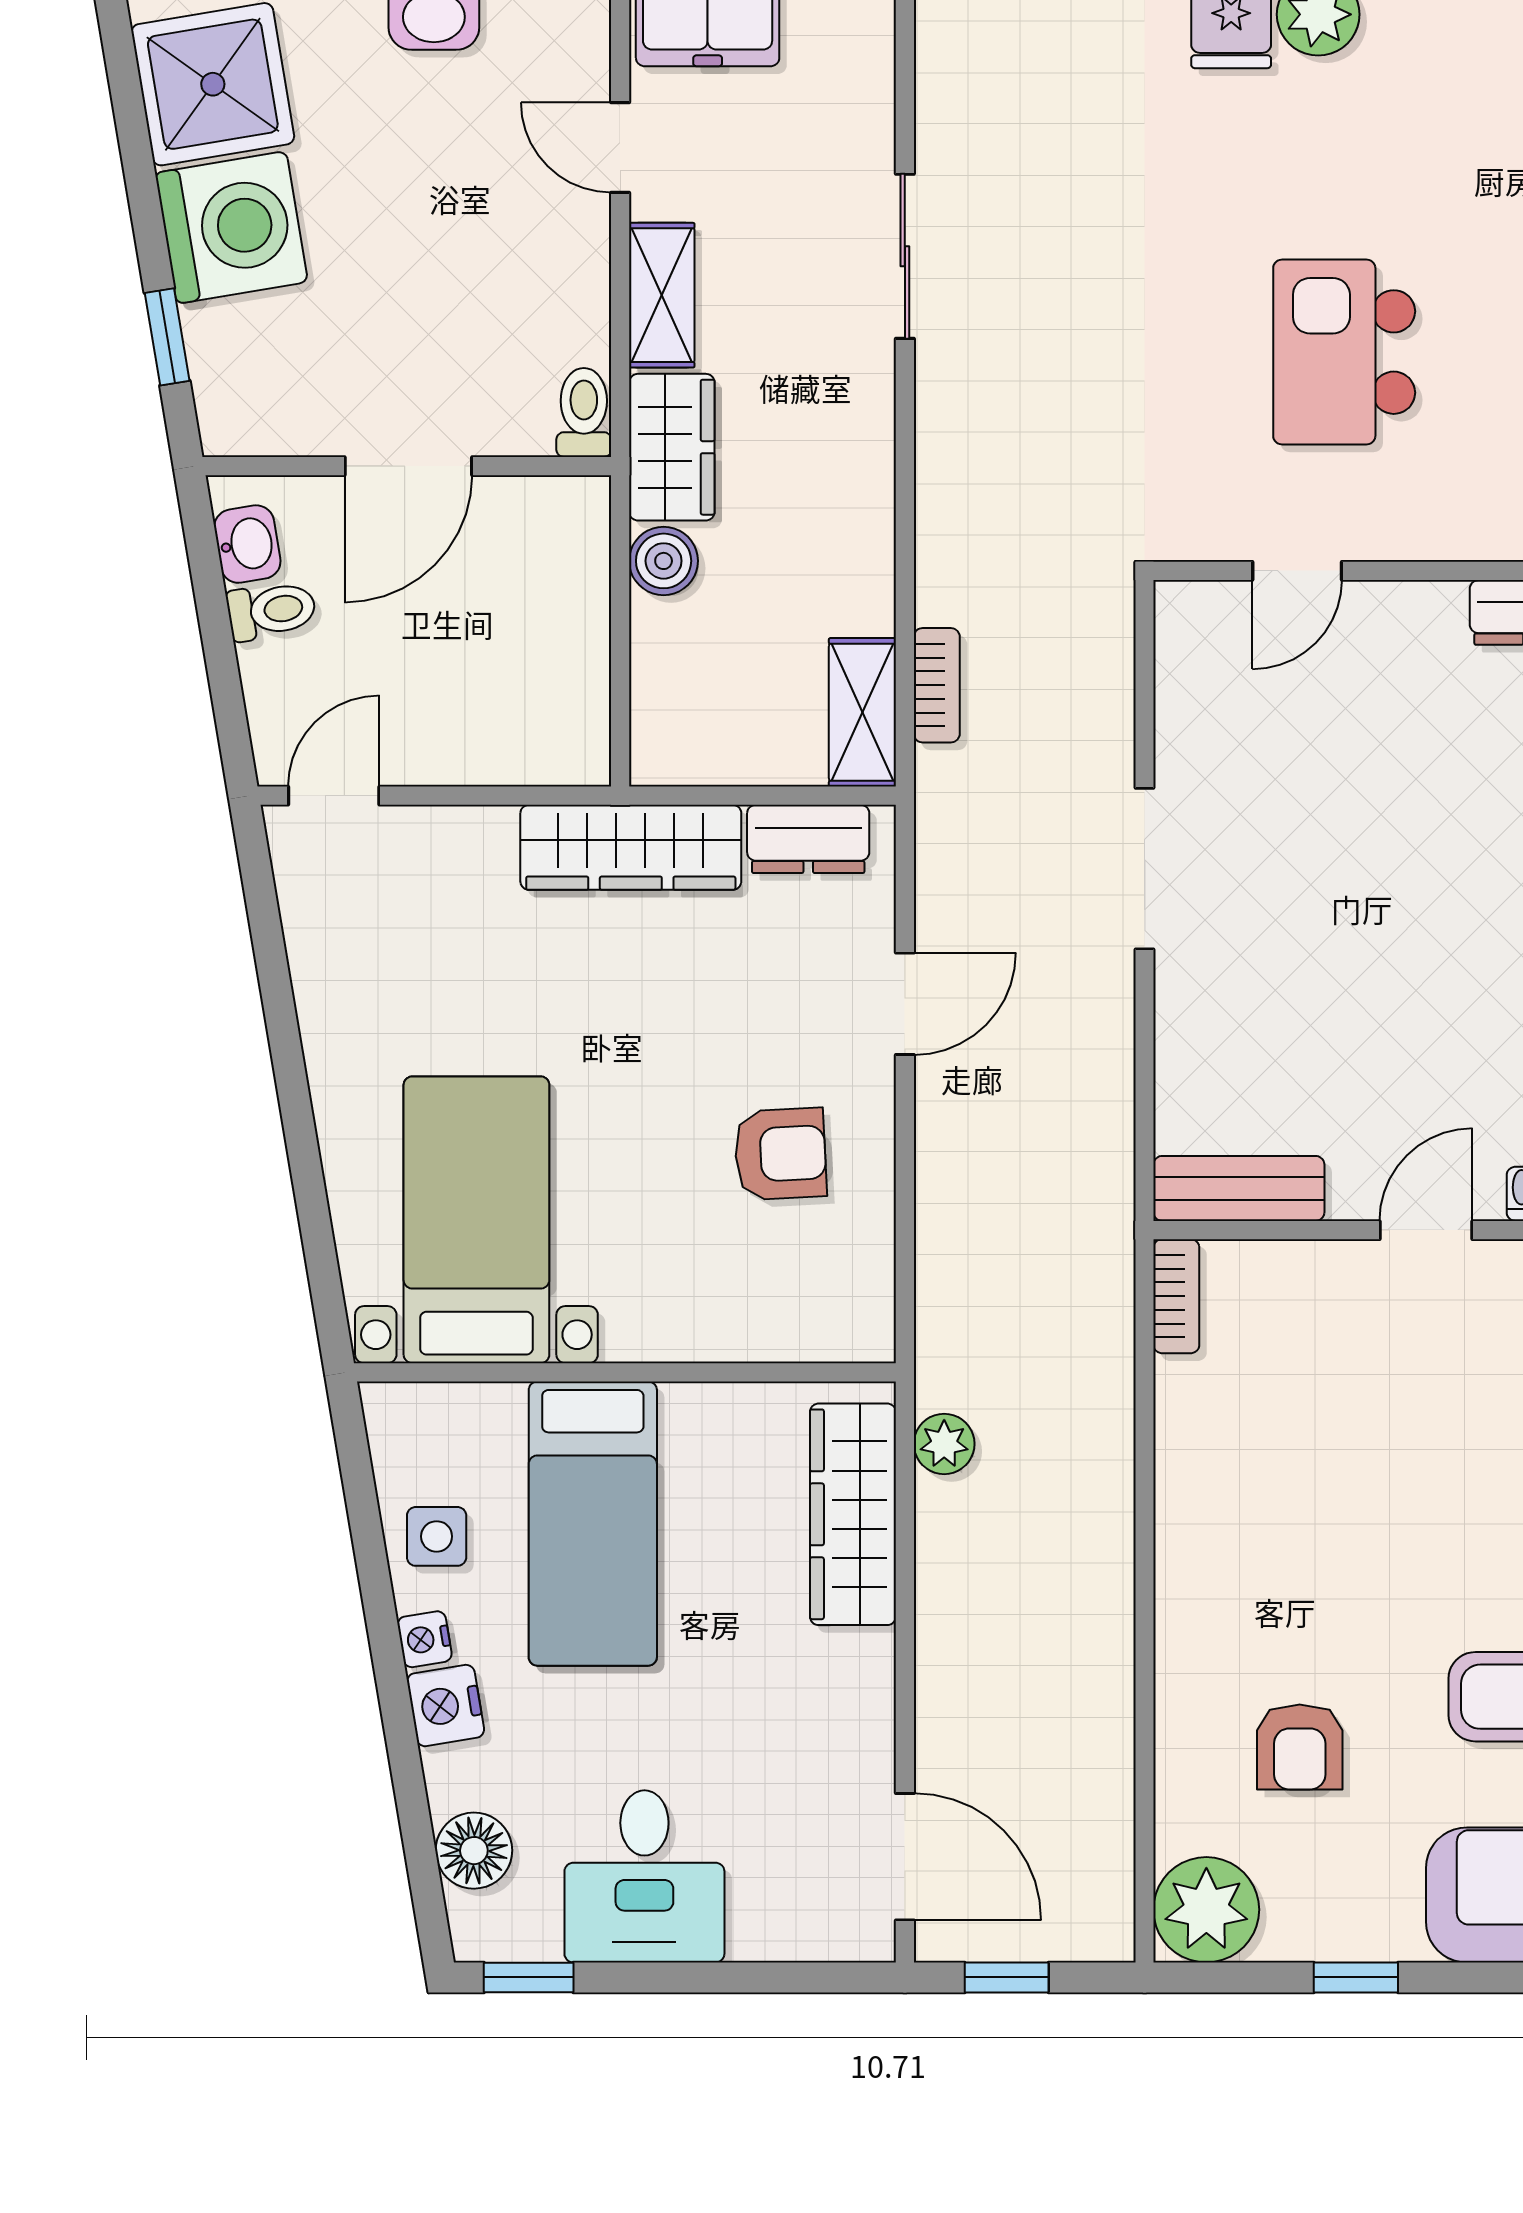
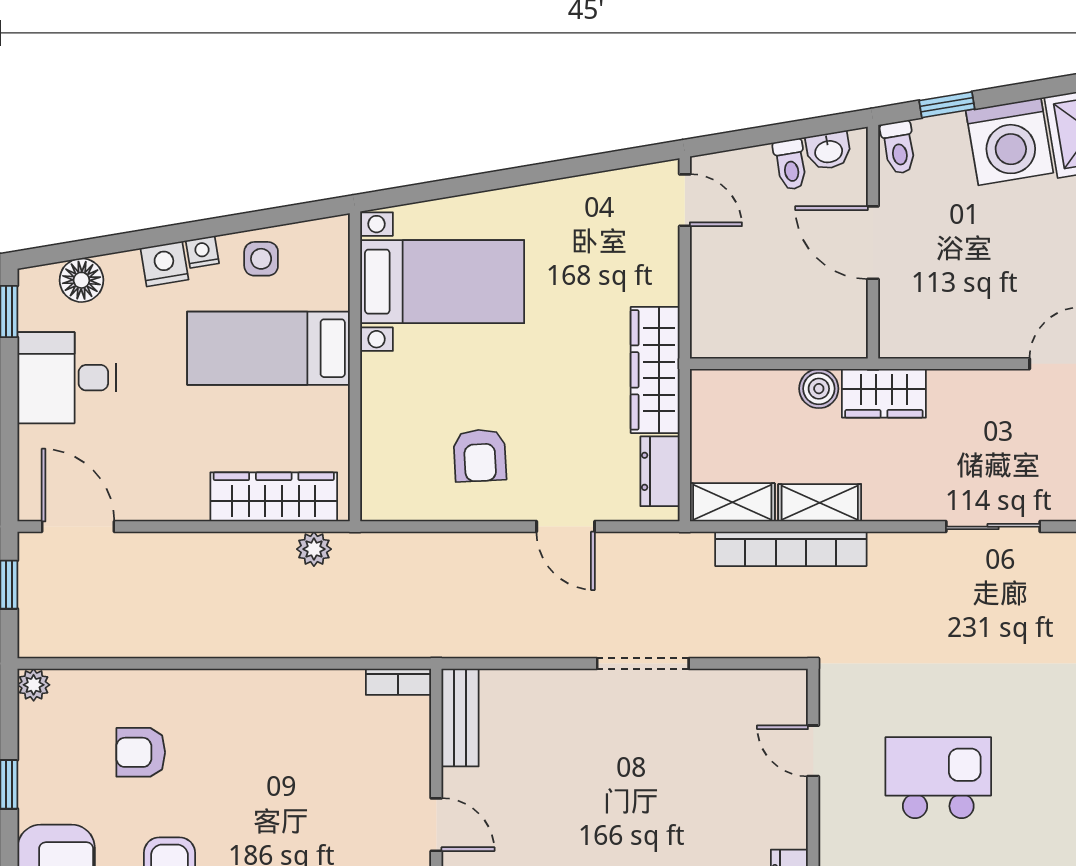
shelving: (662, 295) -> (820, 503), moved
toilet: (584, 412) -> (899, 147), moved, turned 81
bookcase: (937, 685) -> (791, 549), width x2.31, depth x1.31
door: (905, 1857) -> (78, 527), swing flipped
plant: (1206, 1910) -> (34, 685), width x0.53, depth x0.53

